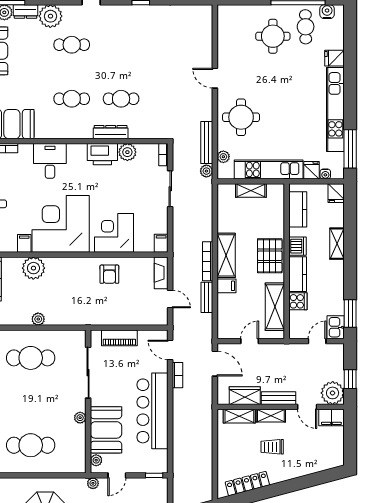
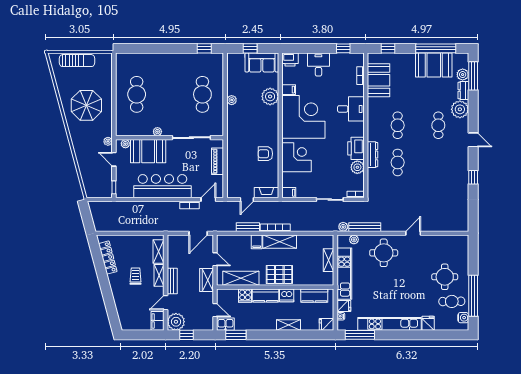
wardrobe: (245, 396) -> (207, 280), moved, turned 180

